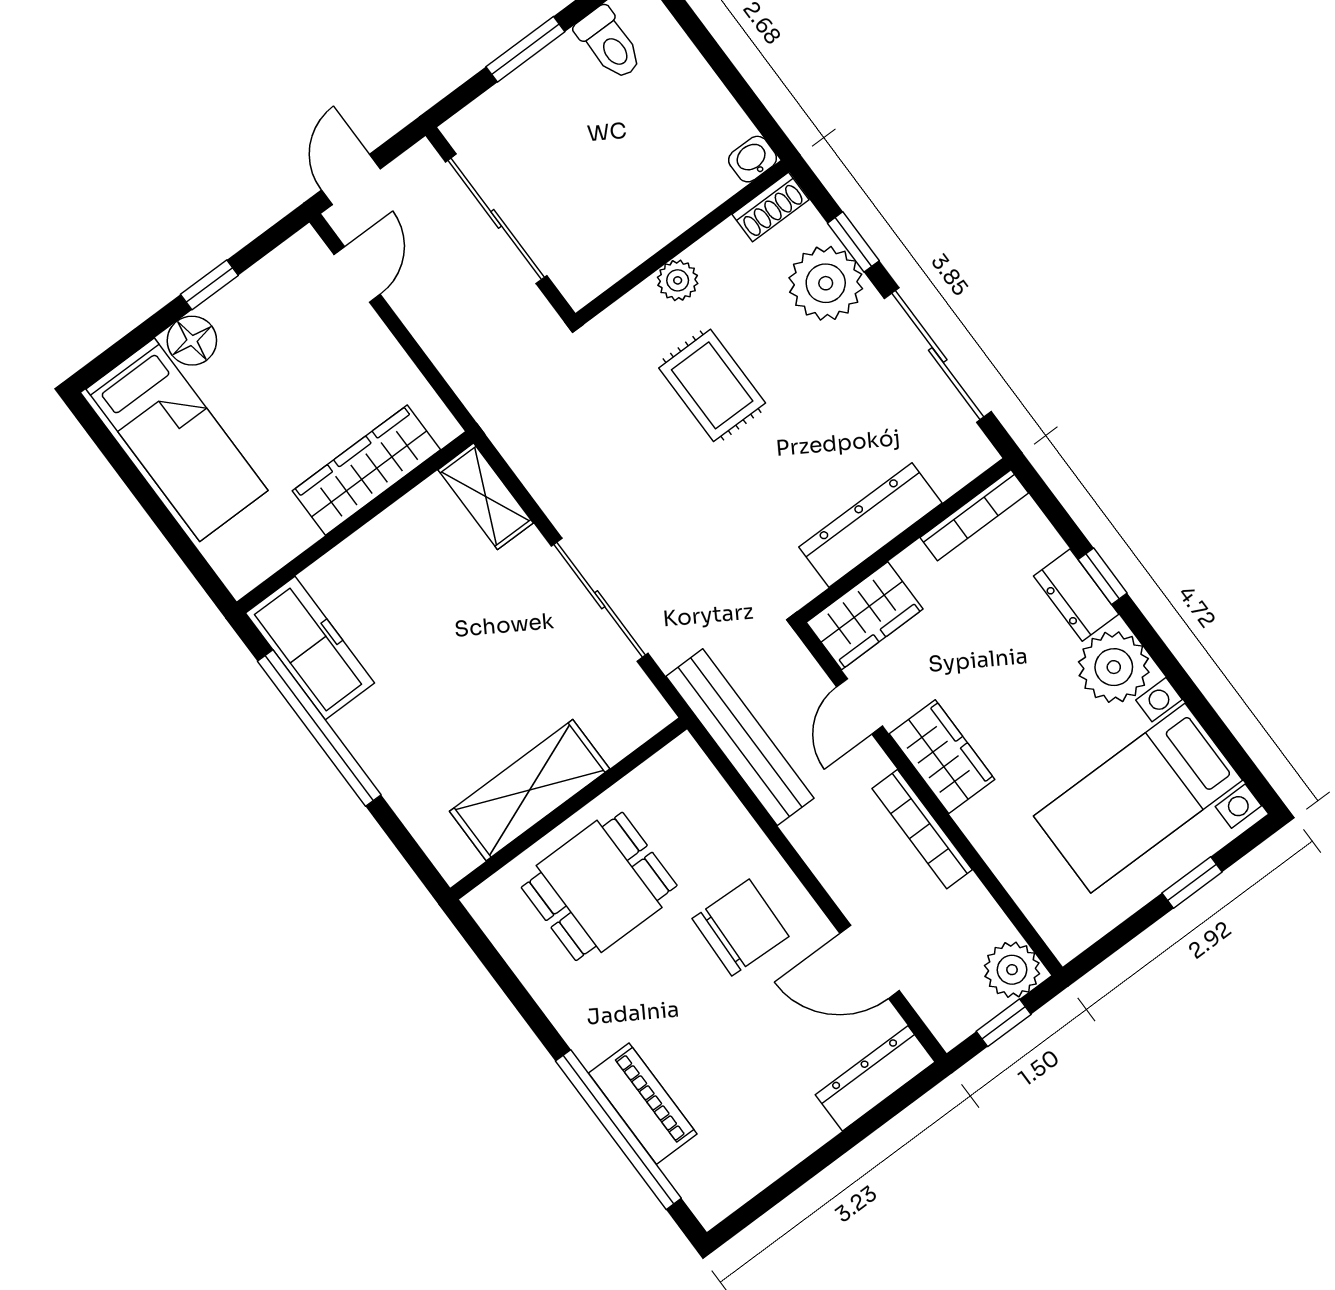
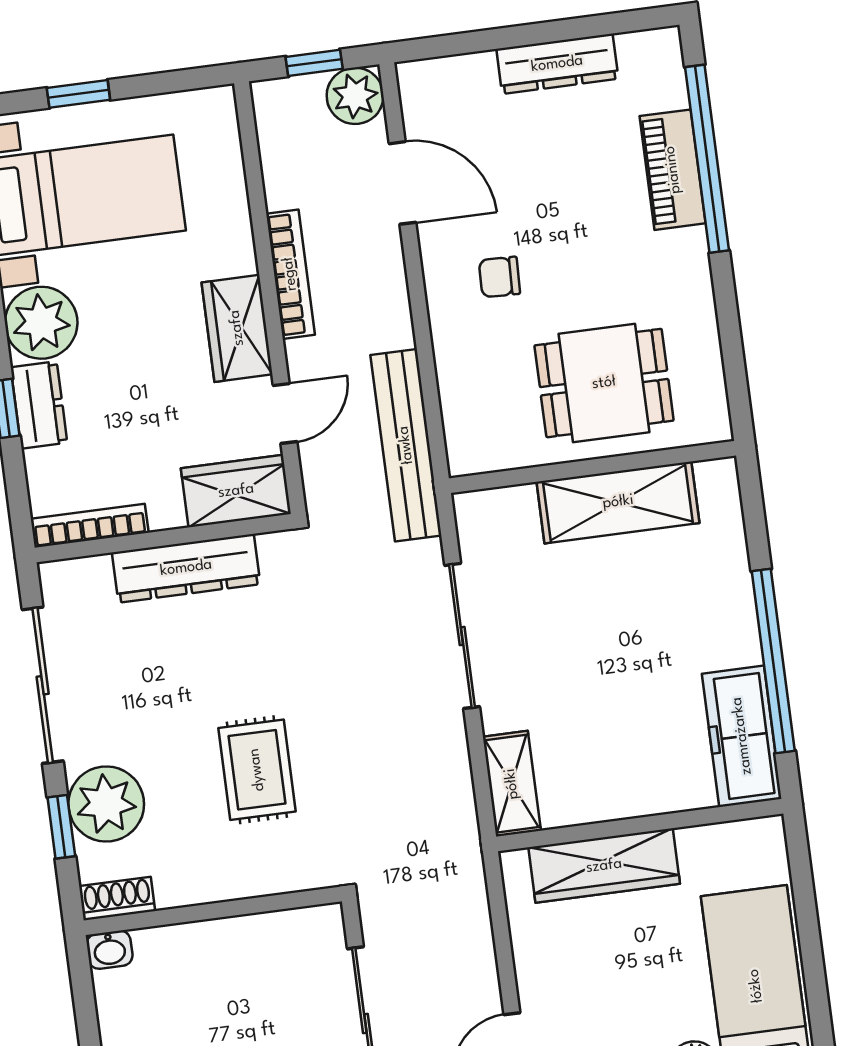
plant: (678, 280) -> (236, 880), removed
chair: (741, 928) -> (499, 277), width x0.54, depth x0.54
plant: (1012, 970) -> (355, 96), moved
dresser: (875, 1078) -> (557, 64), moved

